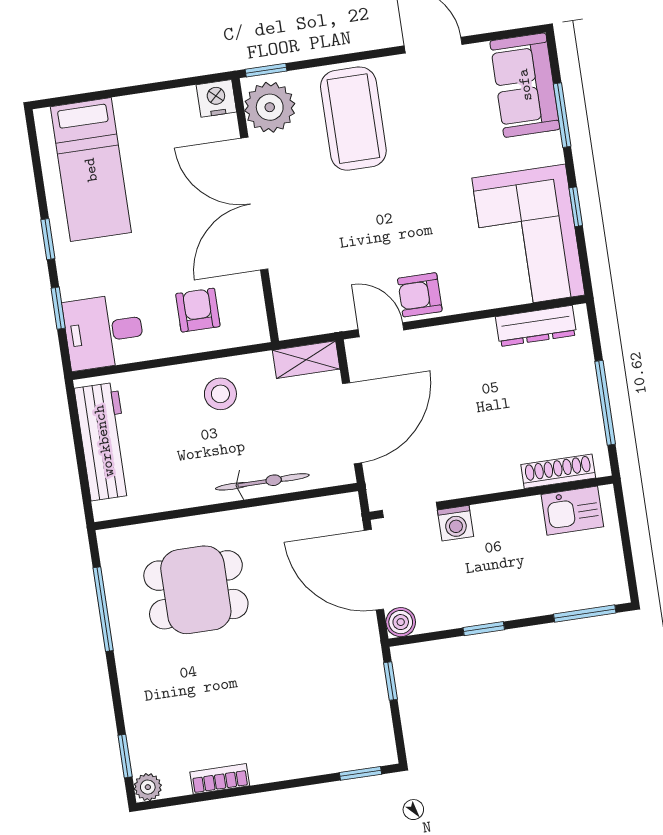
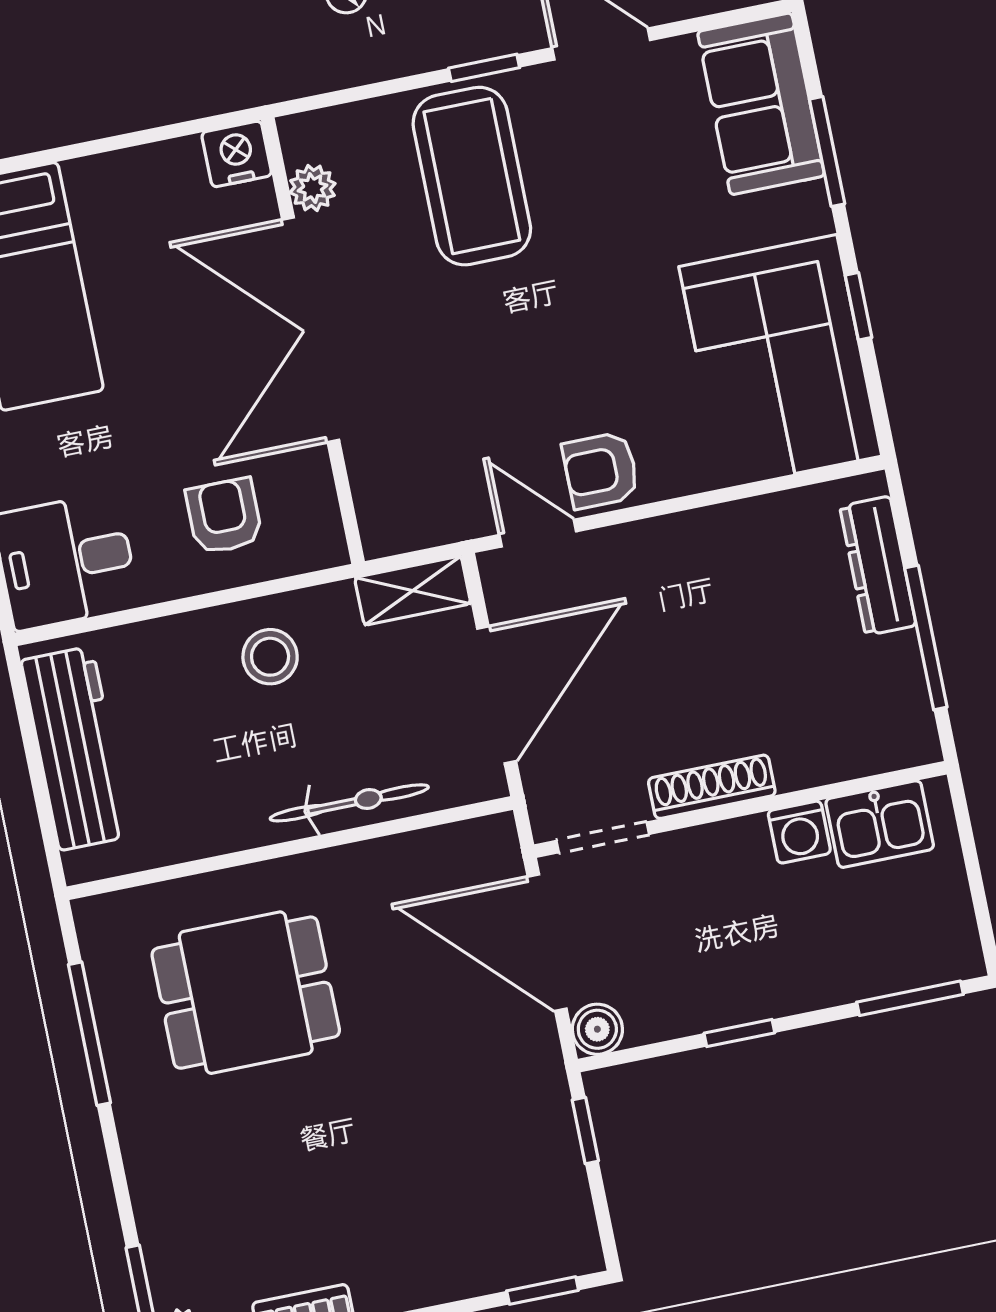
window: (266, 70) -> (484, 68), moved
plant: (270, 107) -> (313, 188), width x0.53, depth x0.53
dresser: (536, 326) -> (878, 566), moved, turned 90
shoe rack: (558, 471) -> (712, 787), moved
washing machine: (455, 523) -> (799, 832), moved

